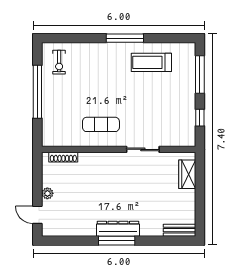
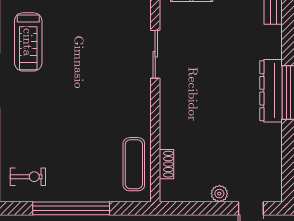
exercise mat: (101, 124) -> (134, 164), moved
shoe rack: (63, 157) -> (166, 164), width x0.70

